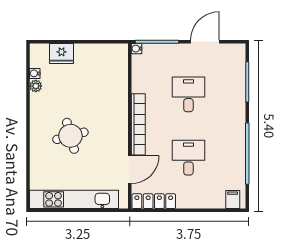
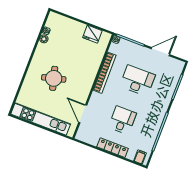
fridge: (62, 53) -> (92, 34), moved
desk: (188, 94) -> (137, 81), width x1.37
bookcase: (138, 124) -> (104, 73), moved
door: (130, 170) -> (83, 114), swing flipped
locker: (154, 201) -> (113, 148), moved

